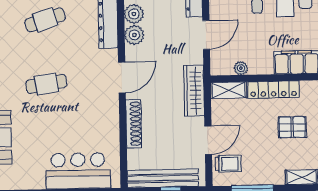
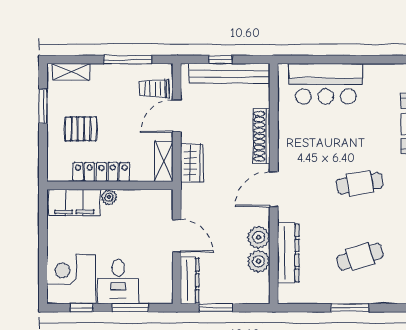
door: (206, 35) -> (177, 236), swing flipped
plant: (241, 68) -> (109, 197), moved
shelving: (229, 90) -> (164, 161), moved, turned 90
wardrobe: (194, 91) -> (192, 163), width x0.67

